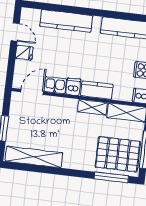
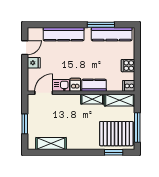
window: (114, 15) -> (101, 25), added
door: (15, 32) -> (25, 48), hinge flipped
shelving: (34, 157) -> (51, 143), width x0.68
window: (111, 177) -> (114, 152), width x0.69

